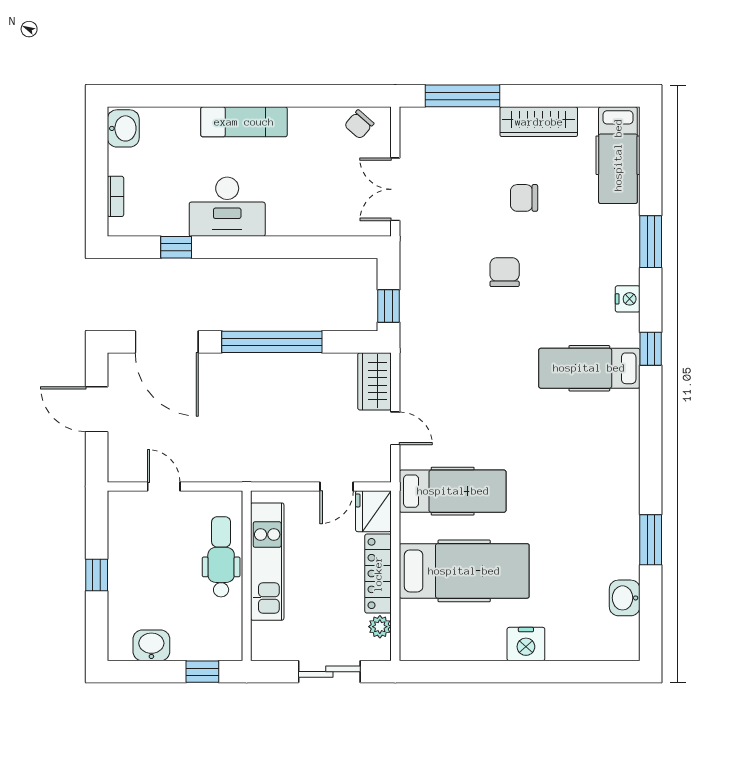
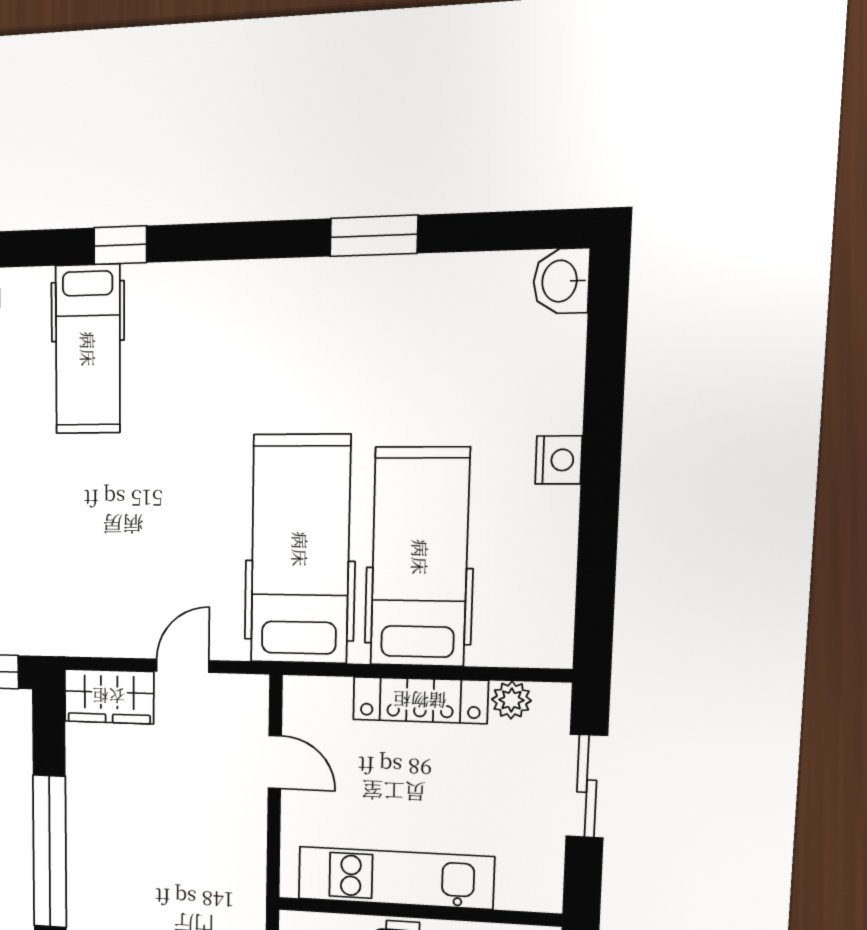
window: (651, 349) -> (120, 245), moved
hospital bed: (453, 491) -> (300, 549), width x1.37, depth x1.29
fridge: (373, 511) -> (316, 705), removed
washbasin: (625, 598) -> (561, 281), moved, turned 90
nightstand: (526, 644) -> (559, 460), width x0.74, depth x0.75

